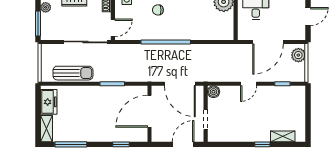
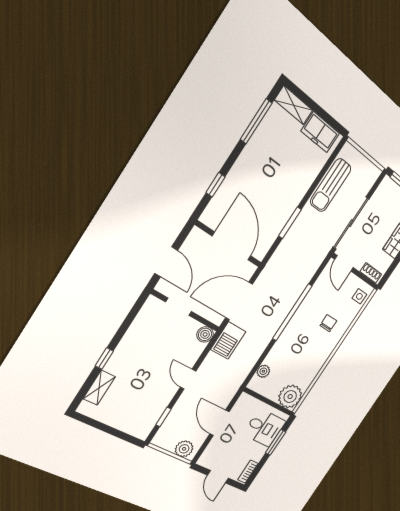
plant: (216, 35) -> (263, 371), added
door: (268, 42) -> (219, 423), width x0.73
barbecue: (209, 74) -> (228, 340), added

